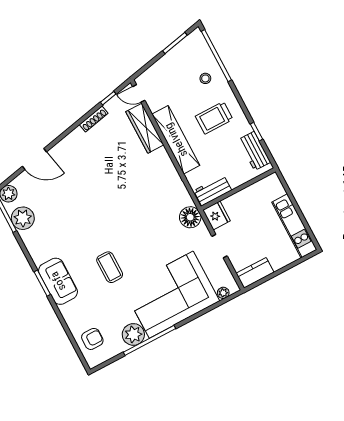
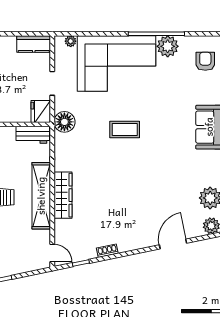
shoe rack: (94, 119) -> (107, 251), width x0.70
wardrobe: (145, 128) -> (63, 195), moved
door: (34, 159) -> (173, 244), hinge flipped
coffee table: (110, 267) -> (125, 130), moved, turned 90
armchair: (92, 339) -> (205, 61), turned 90

